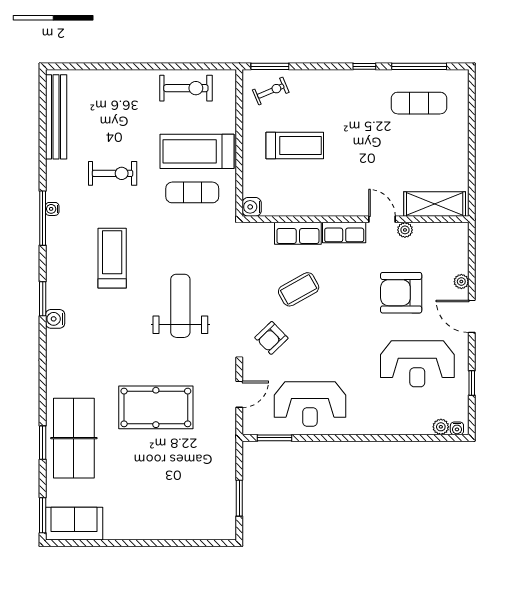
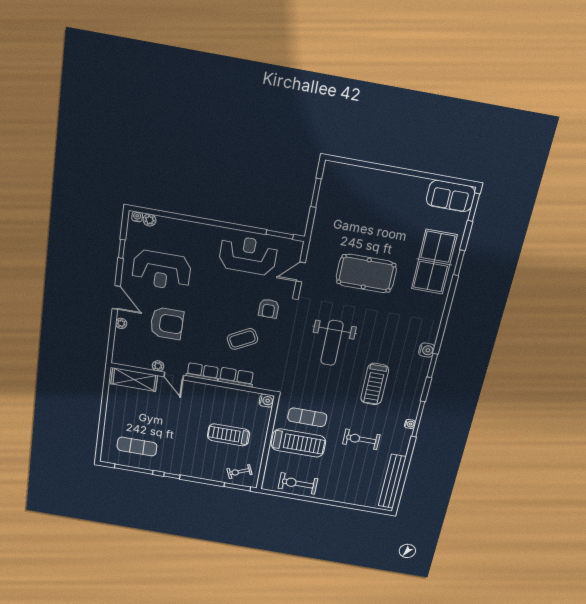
armchair: (271, 338) -> (269, 308), turned 134
reception desk: (417, 364) -> (162, 270), turned 180

